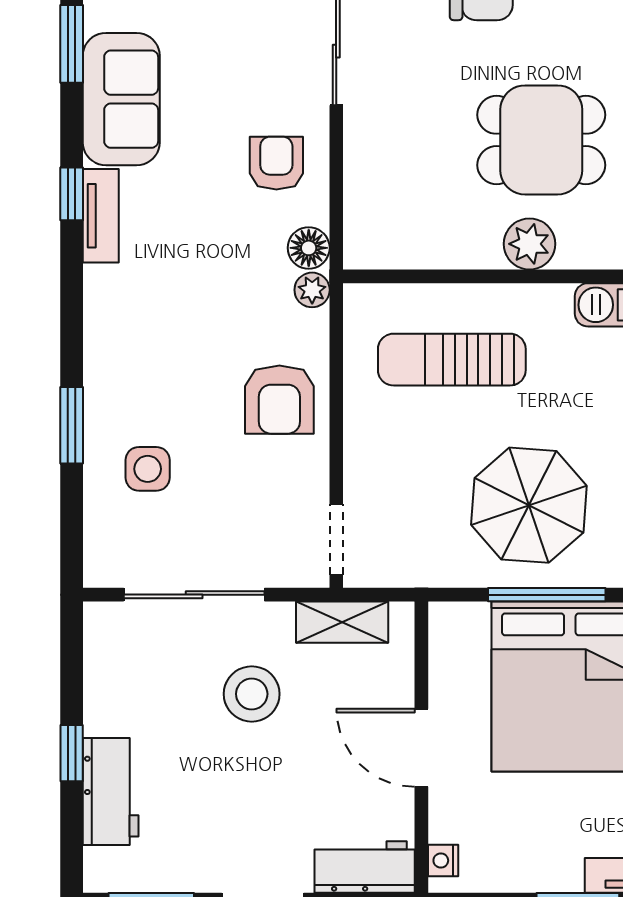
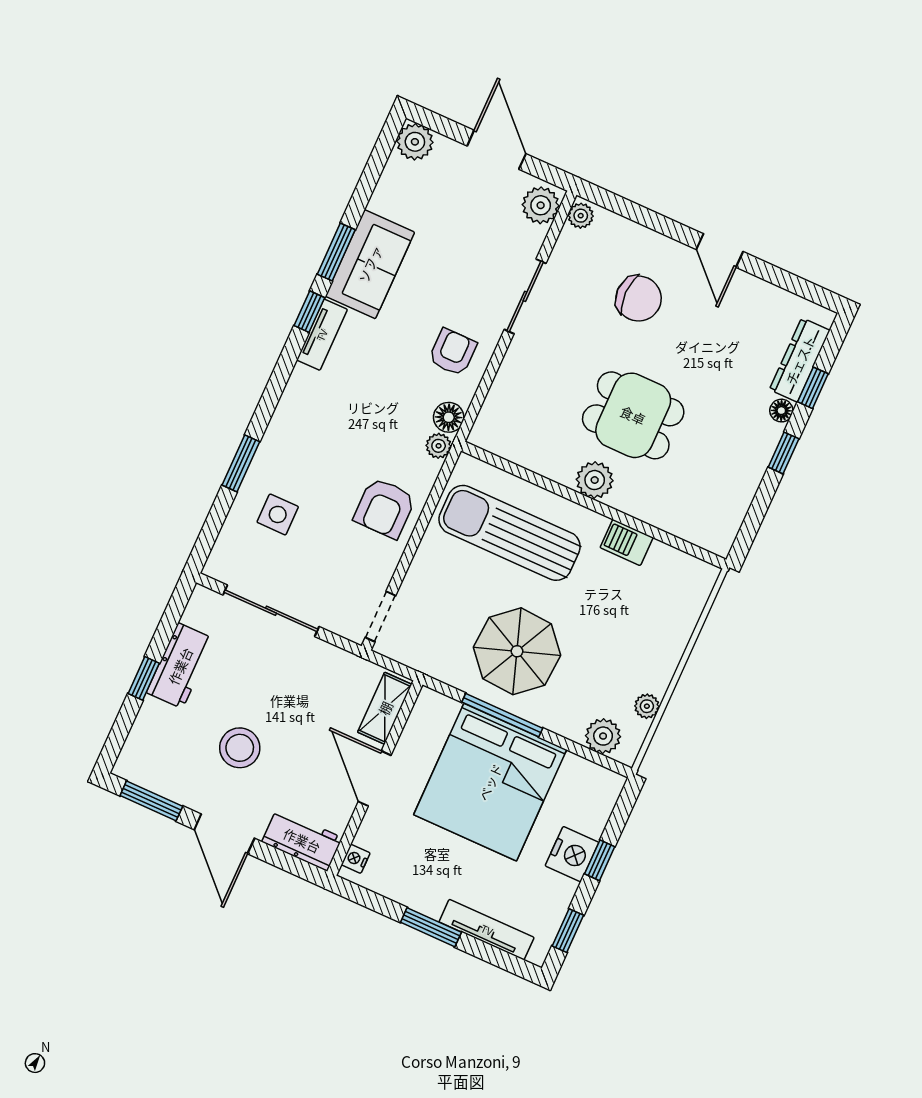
window: (72, 44) -> (336, 252), moved
sun lounger: (452, 360) -> (510, 533), width x1.36, depth x1.34
shelving: (342, 622) -> (385, 708), moved, turned 90
stool: (252, 694) -> (240, 748), moved
workbench: (111, 791) -> (180, 666), moved

